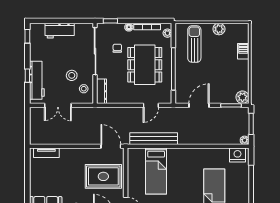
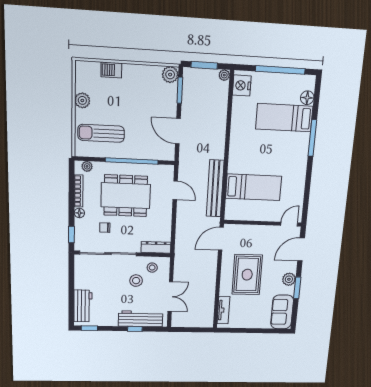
workbench: (60, 31) -> (83, 306), moved
rug: (103, 176) -> (247, 275), moved

